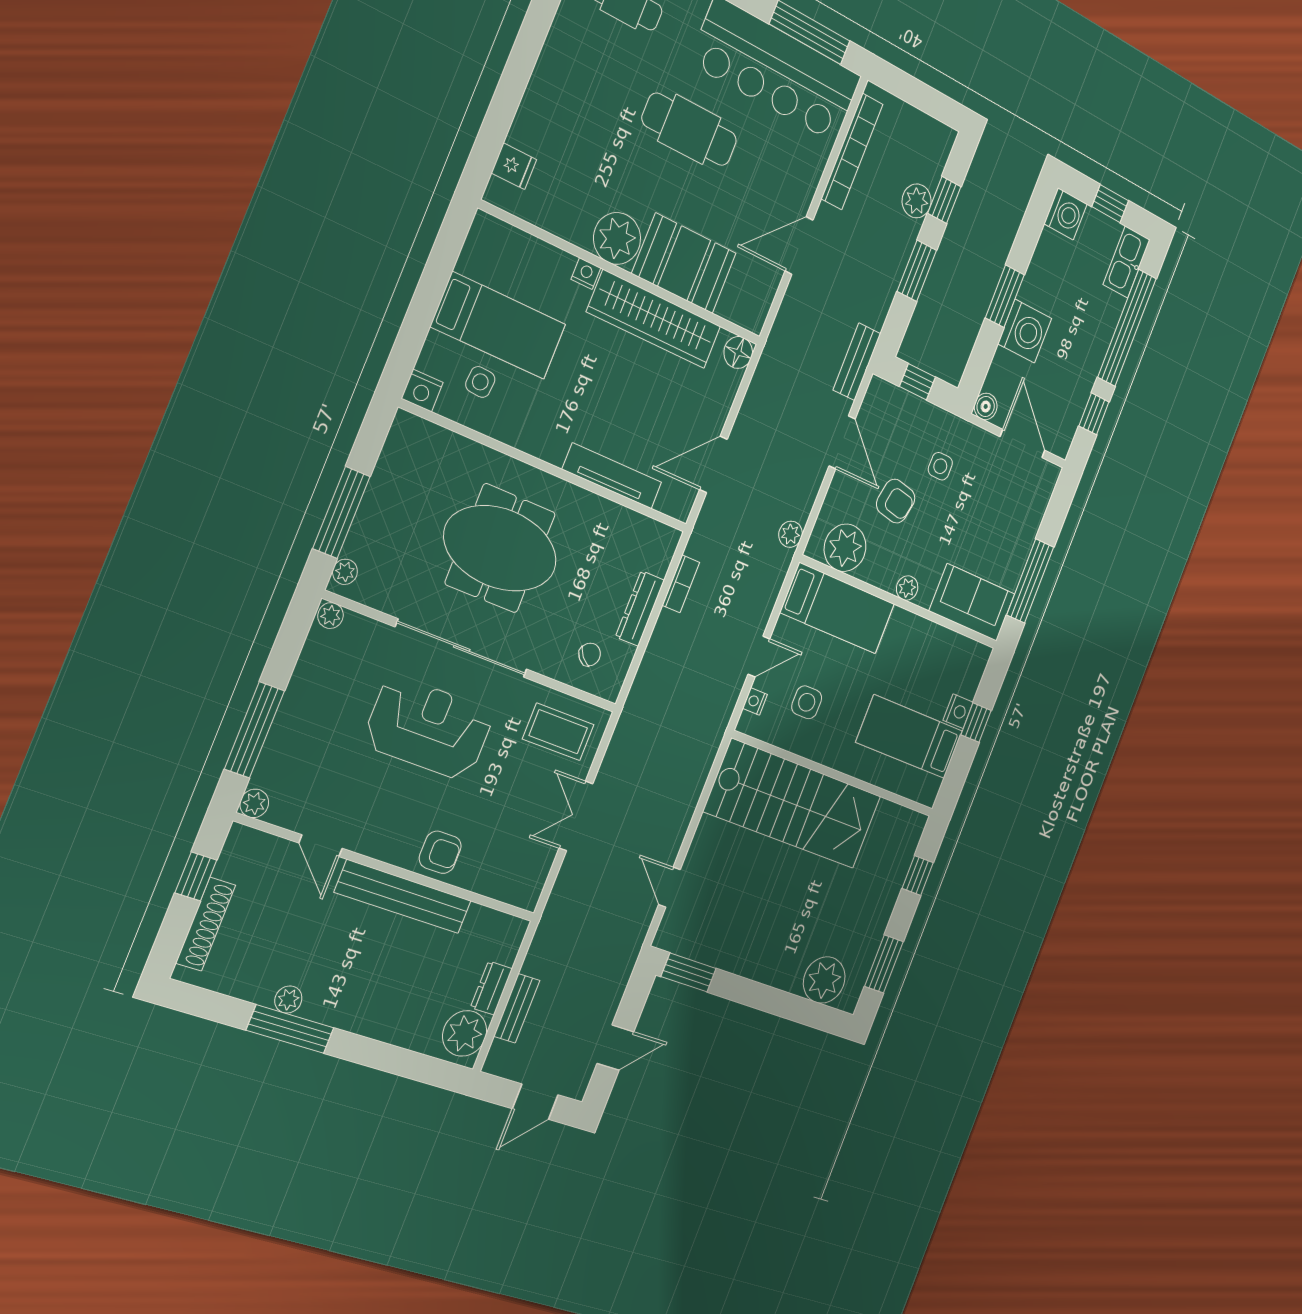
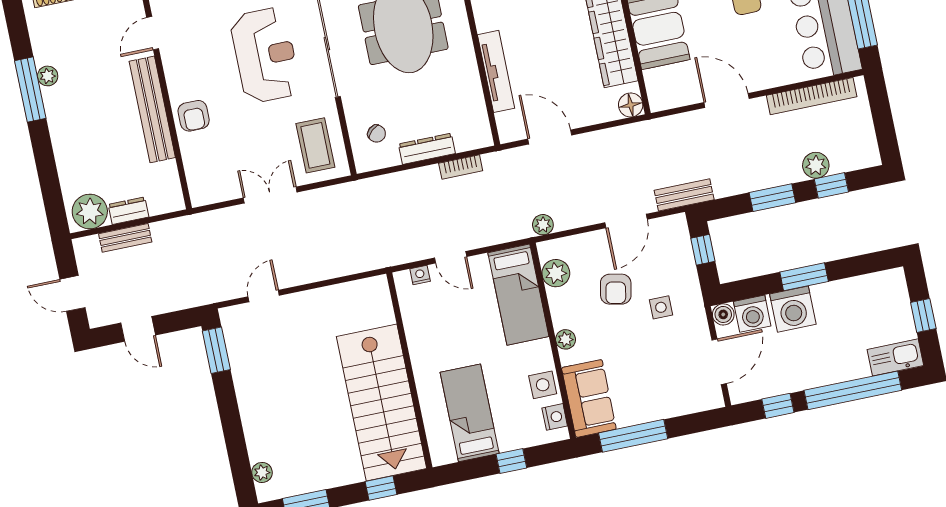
washing machine: (1066, 214) -> (752, 314), moved
plant: (845, 548) -> (556, 273), width x0.73, depth x0.73
side table: (807, 702) -> (543, 385), moved
nightstand: (958, 711) -> (555, 417), moved, turned -90
stairs: (793, 804) -> (382, 402), moved
plant: (824, 980) -> (262, 472), width x0.53, depth x0.53

